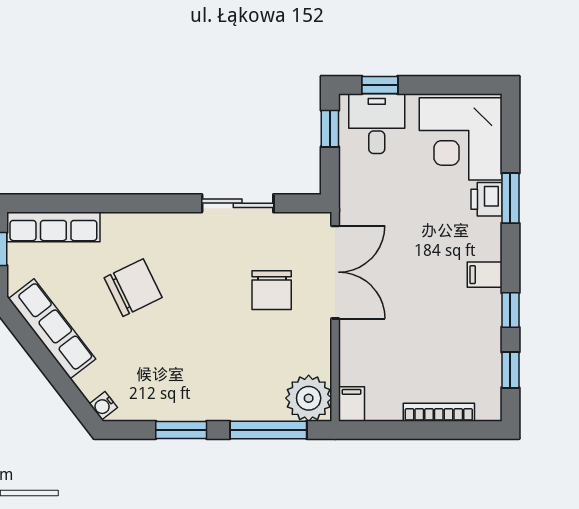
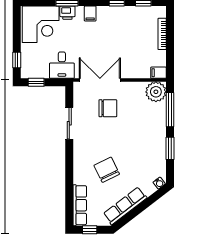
desk: (377, 124) -> (62, 65), moved, turned -90
filing cabinet: (485, 275) -> (90, 14), moved

